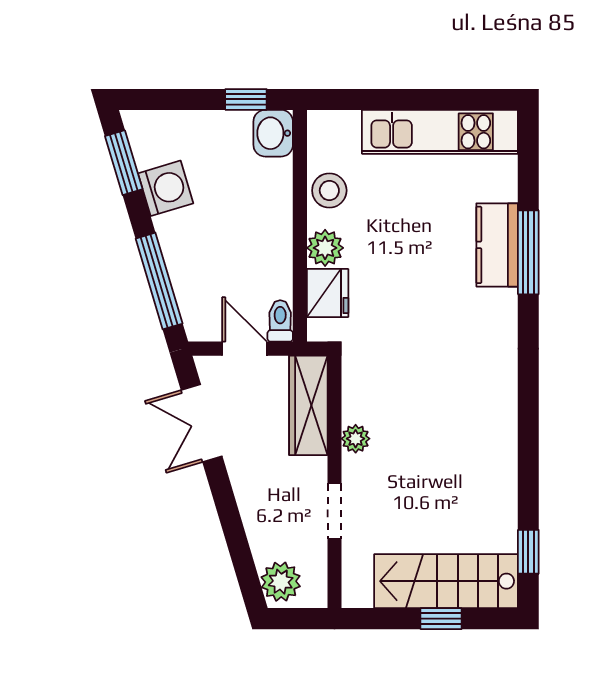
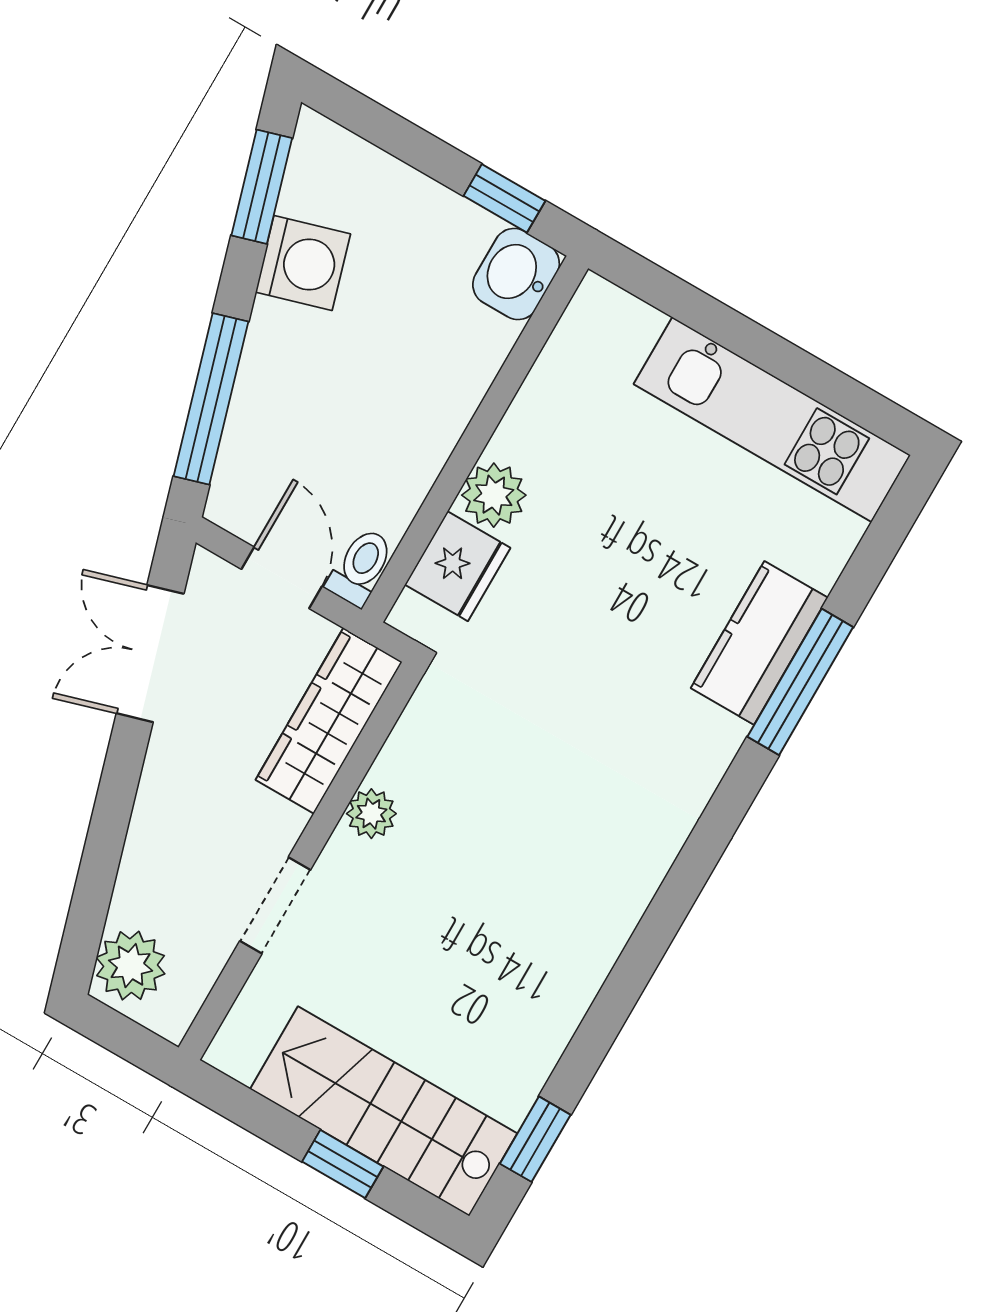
stool: (329, 190) -> (551, 411), removed

